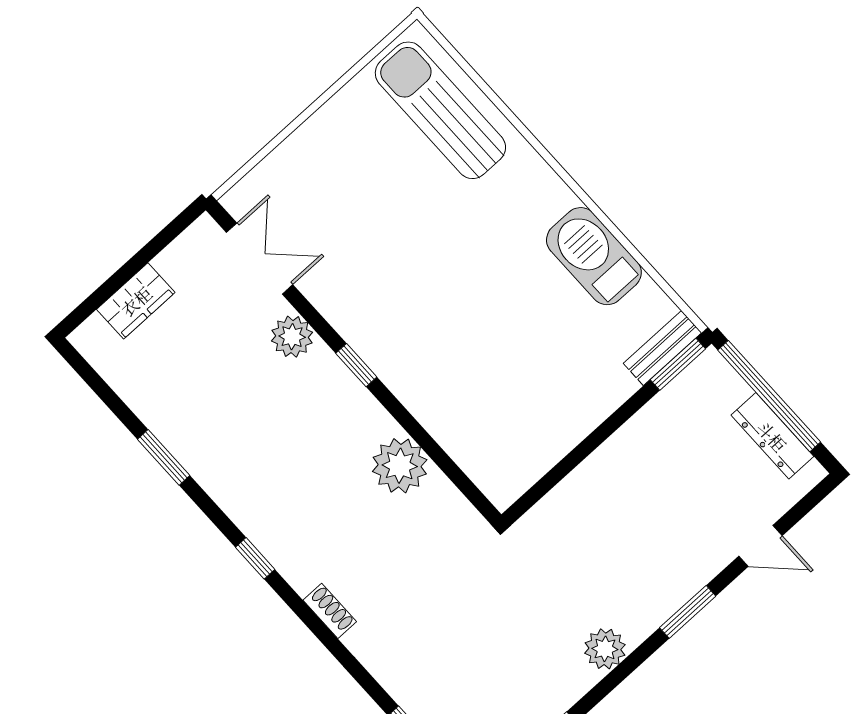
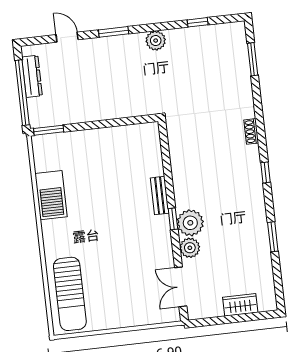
bench: (663, 348) -> (160, 196), moved, turned 90
plant: (400, 466) -> (190, 223), moved

